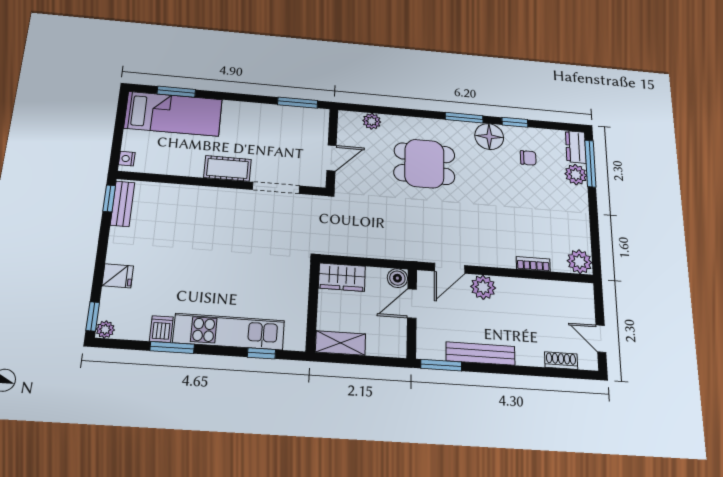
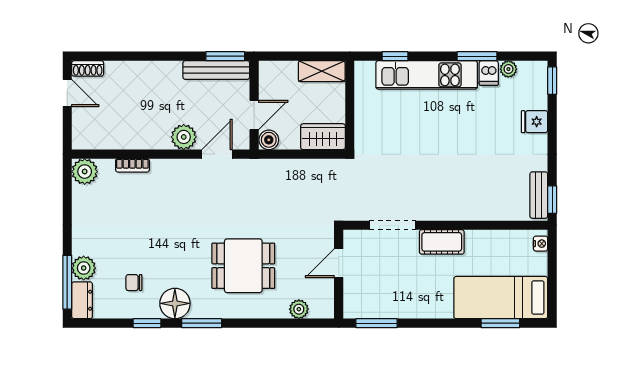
plant: (105, 329) -> (508, 69), moved
bench: (480, 354) -> (216, 70), moved
shoe rack: (561, 361) -> (88, 68), moved

